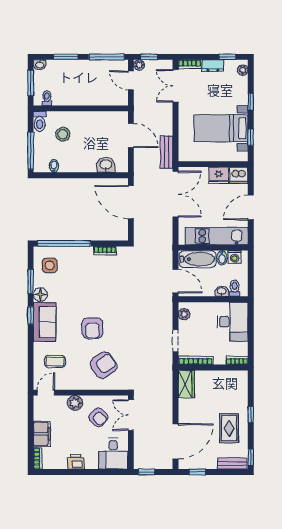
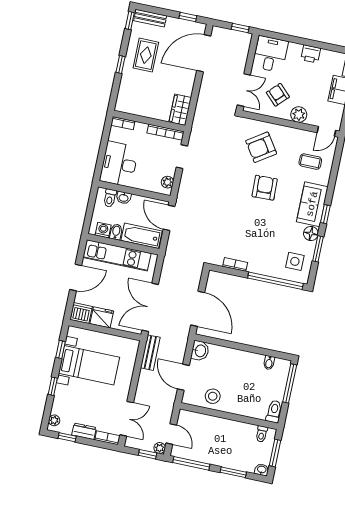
stool: (63, 134) -> (213, 396), moved
washbasin: (106, 165) -> (200, 351), moved, turned -90

